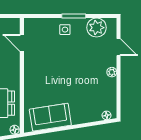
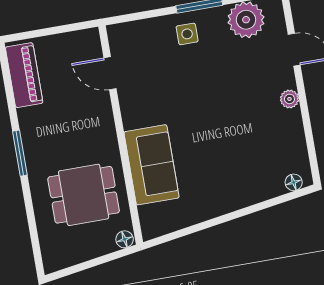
sofa: (50, 117) -> (152, 165), moved, turned 99

